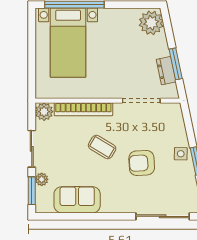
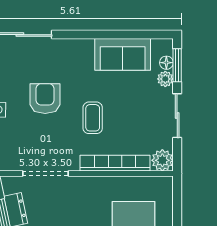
coffee table: (102, 147) -> (93, 118), turned 59
armchair: (142, 163) -> (45, 99), turned -87
floor lamp: (41, 193) -> (166, 63), added

